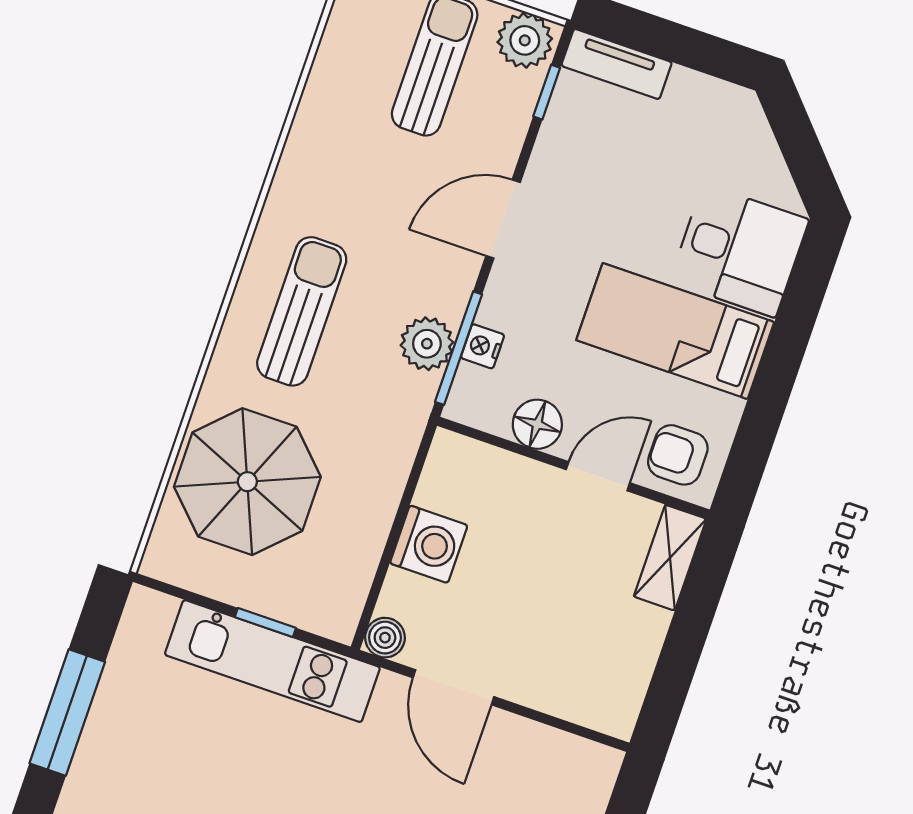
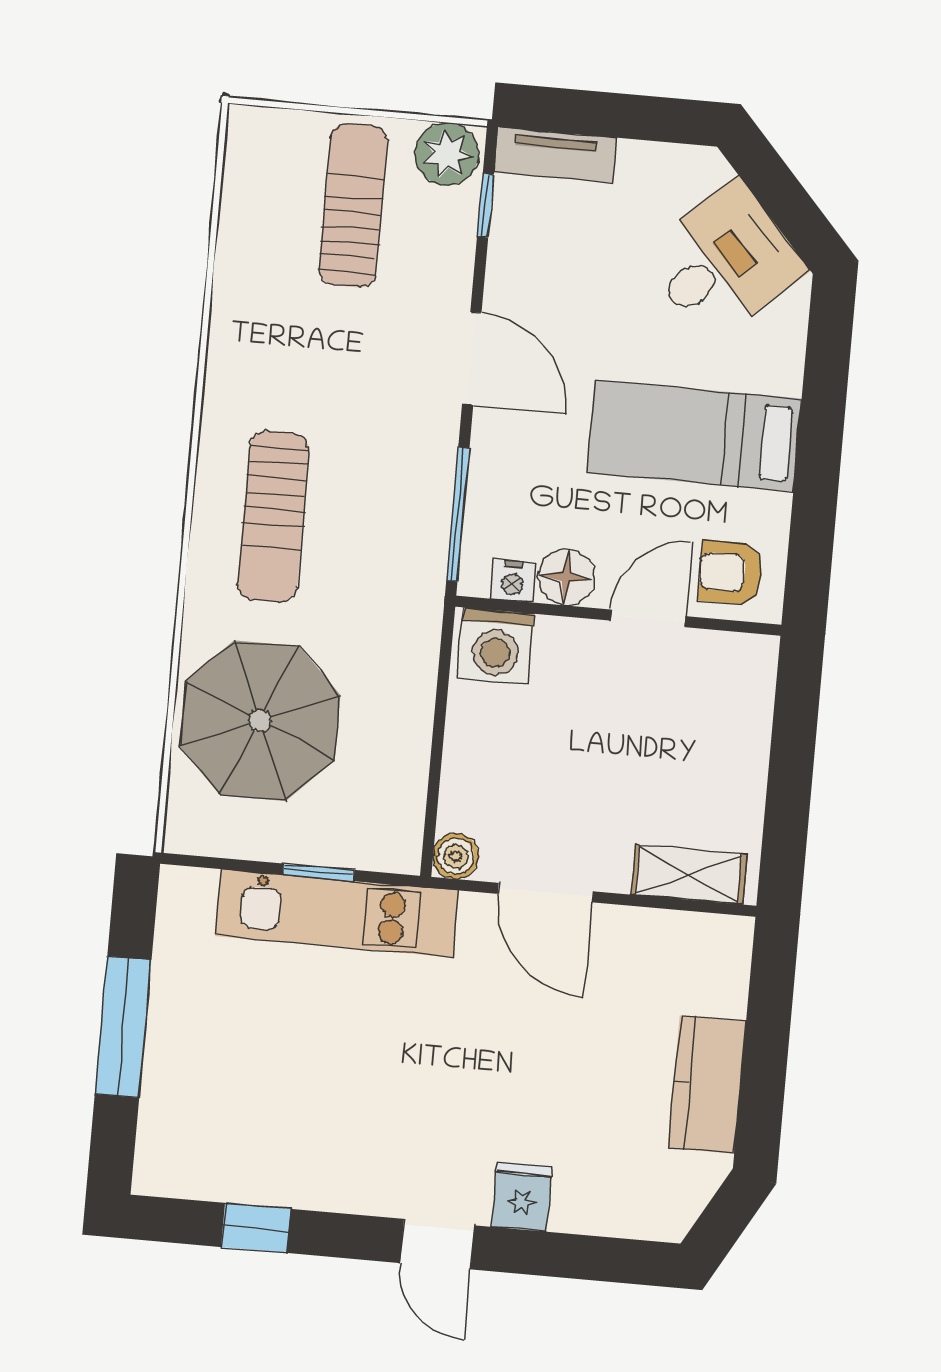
door: (503, 219) -> (472, 359), swing flipped
desk: (739, 251) -> (723, 262), moved, turned -42
sun lounger: (302, 311) -> (273, 517), turned 180
plant: (427, 344) -> (422, 518), removed
nightstand: (483, 346) -> (512, 581), moved, turned -90
washing machine: (429, 544) -> (496, 646), moved, turned 90
shelving: (670, 558) -> (689, 875), moved, turned 90

